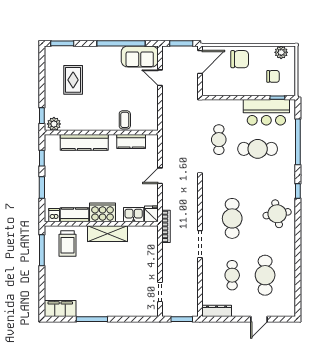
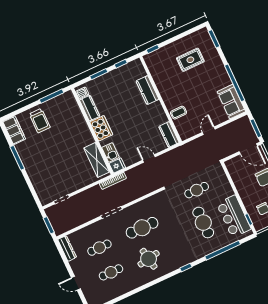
door: (160, 78) -> (209, 131), moved
plant: (54, 124) -> (151, 61), removed
kitchen counter: (84, 142) -> (147, 90), width x0.67
kitchen counter: (131, 142) -> (169, 135), moved
round table: (277, 214) -> (149, 259), moved
shelving: (108, 234) -> (97, 160), moved
trolley: (68, 243) -> (40, 121), moved, turned -90
cafe table: (265, 275) -> (111, 272), width x0.73, depth x0.74

